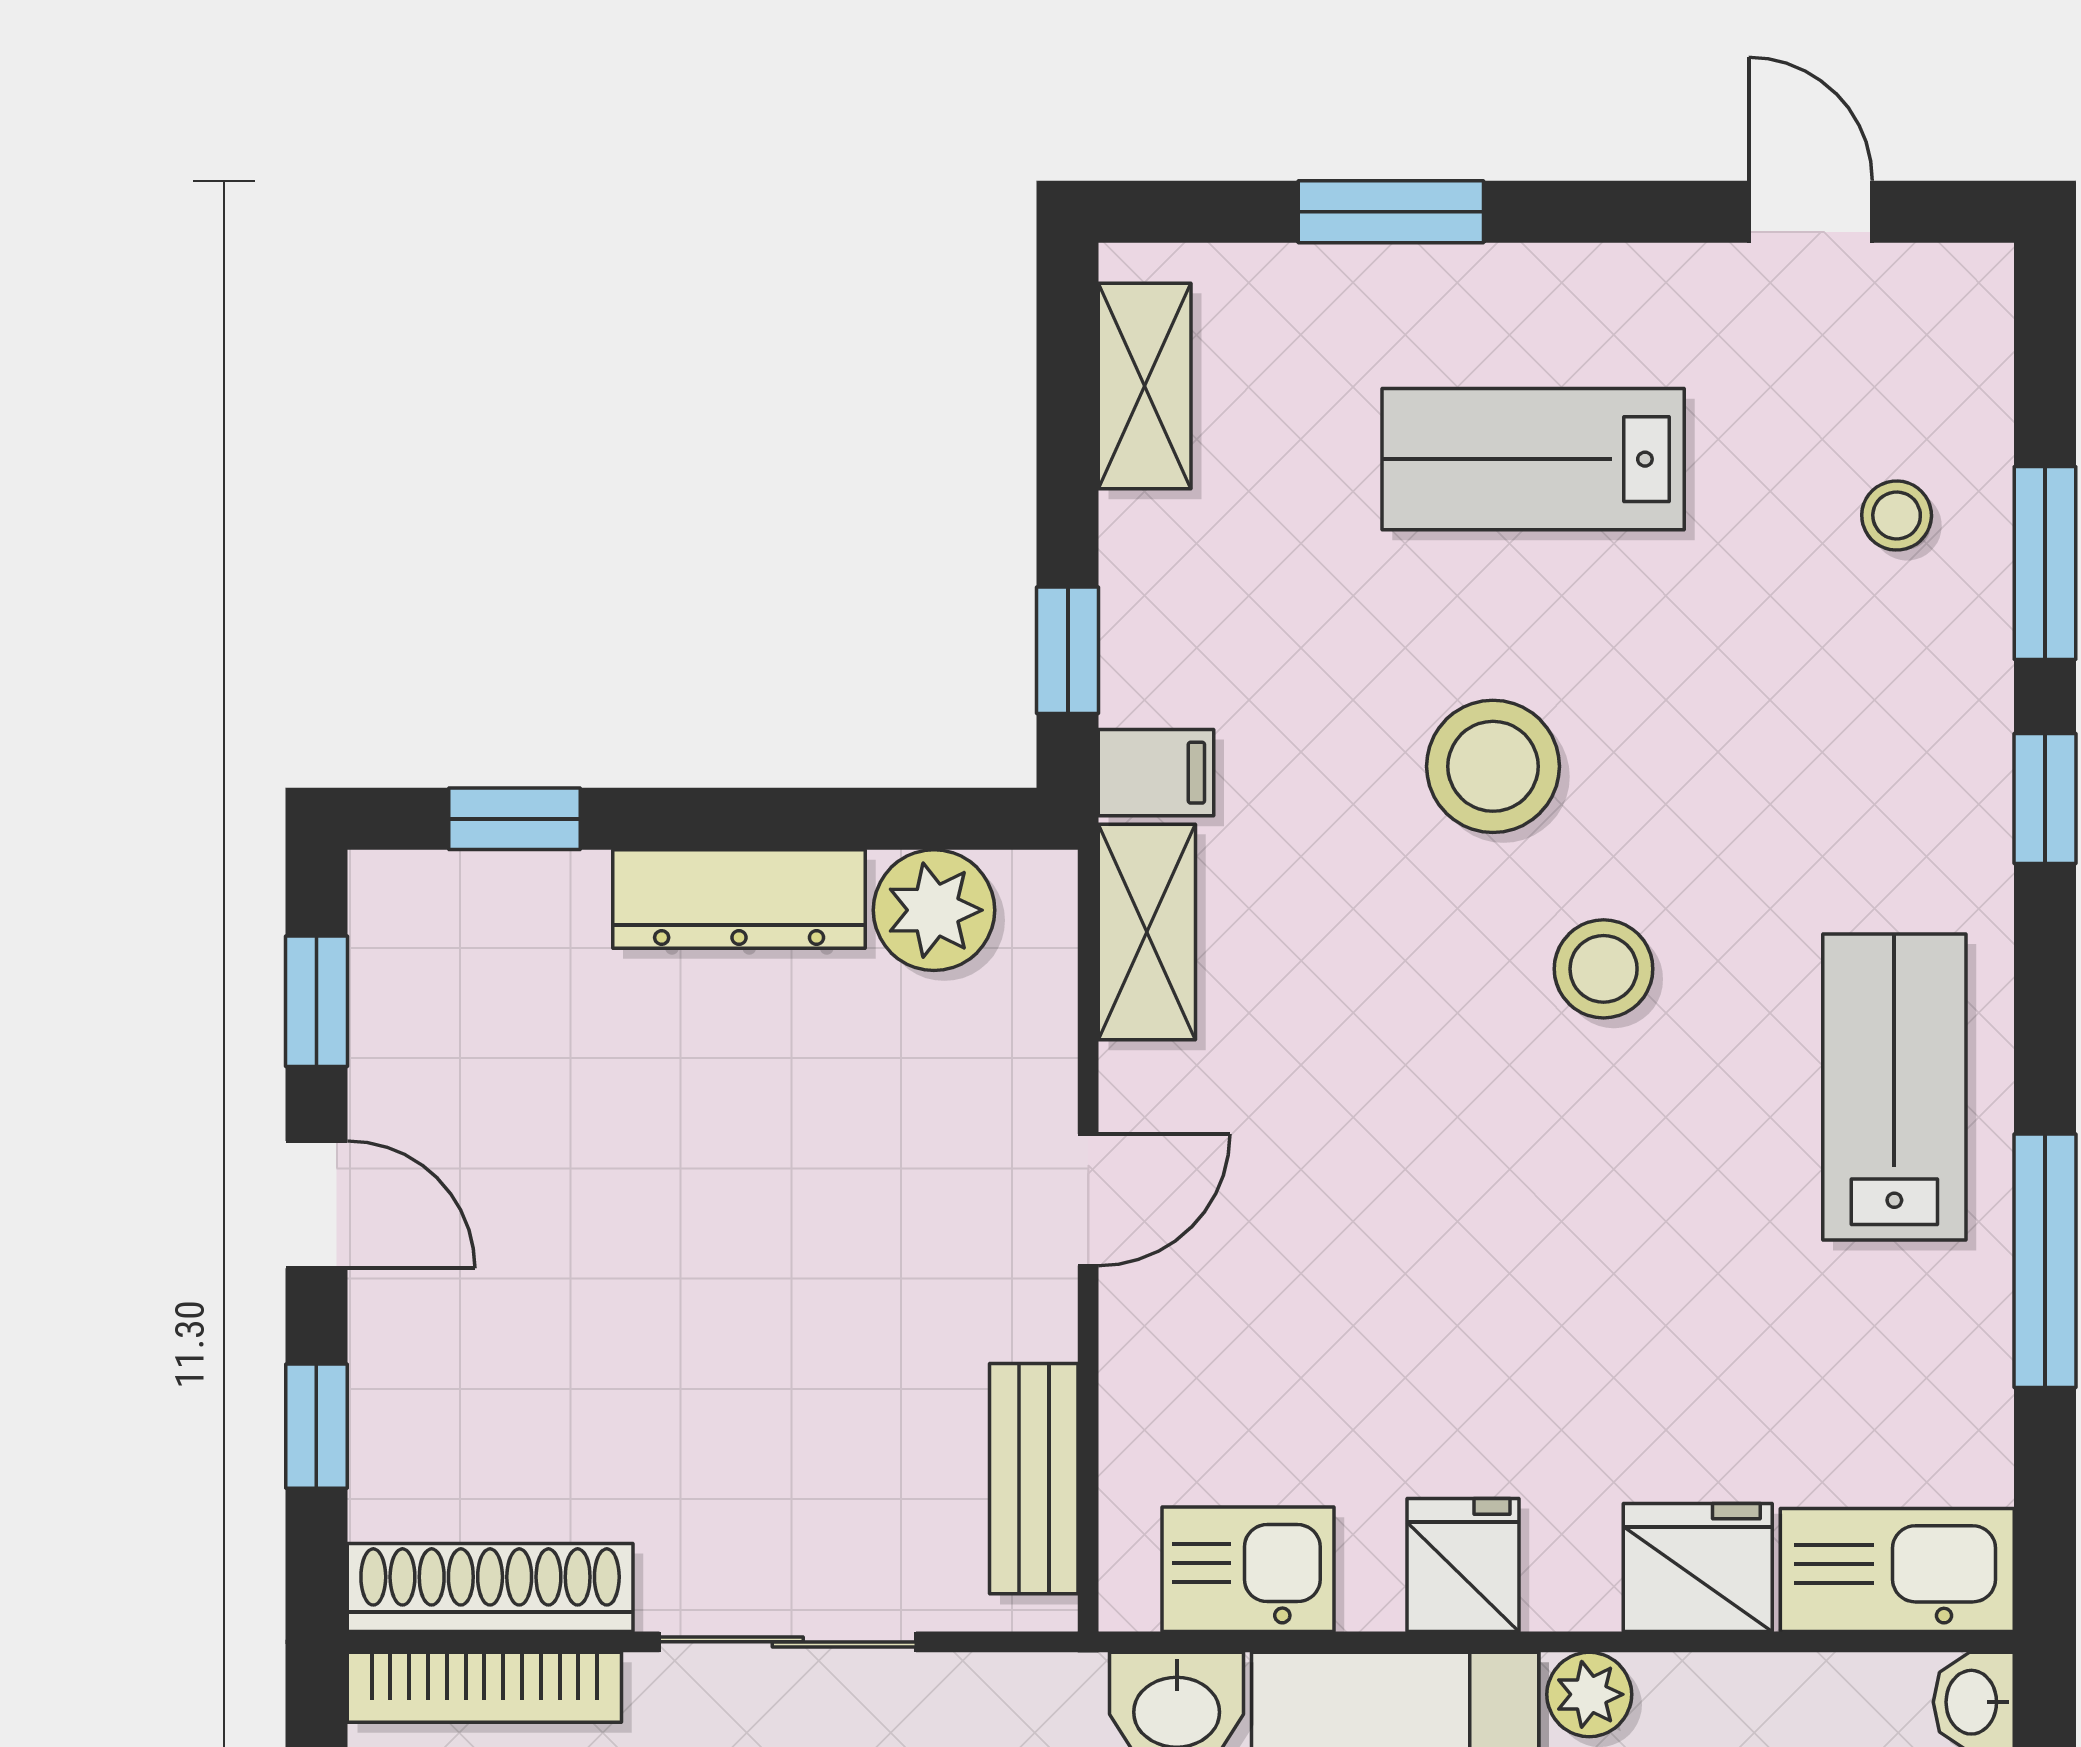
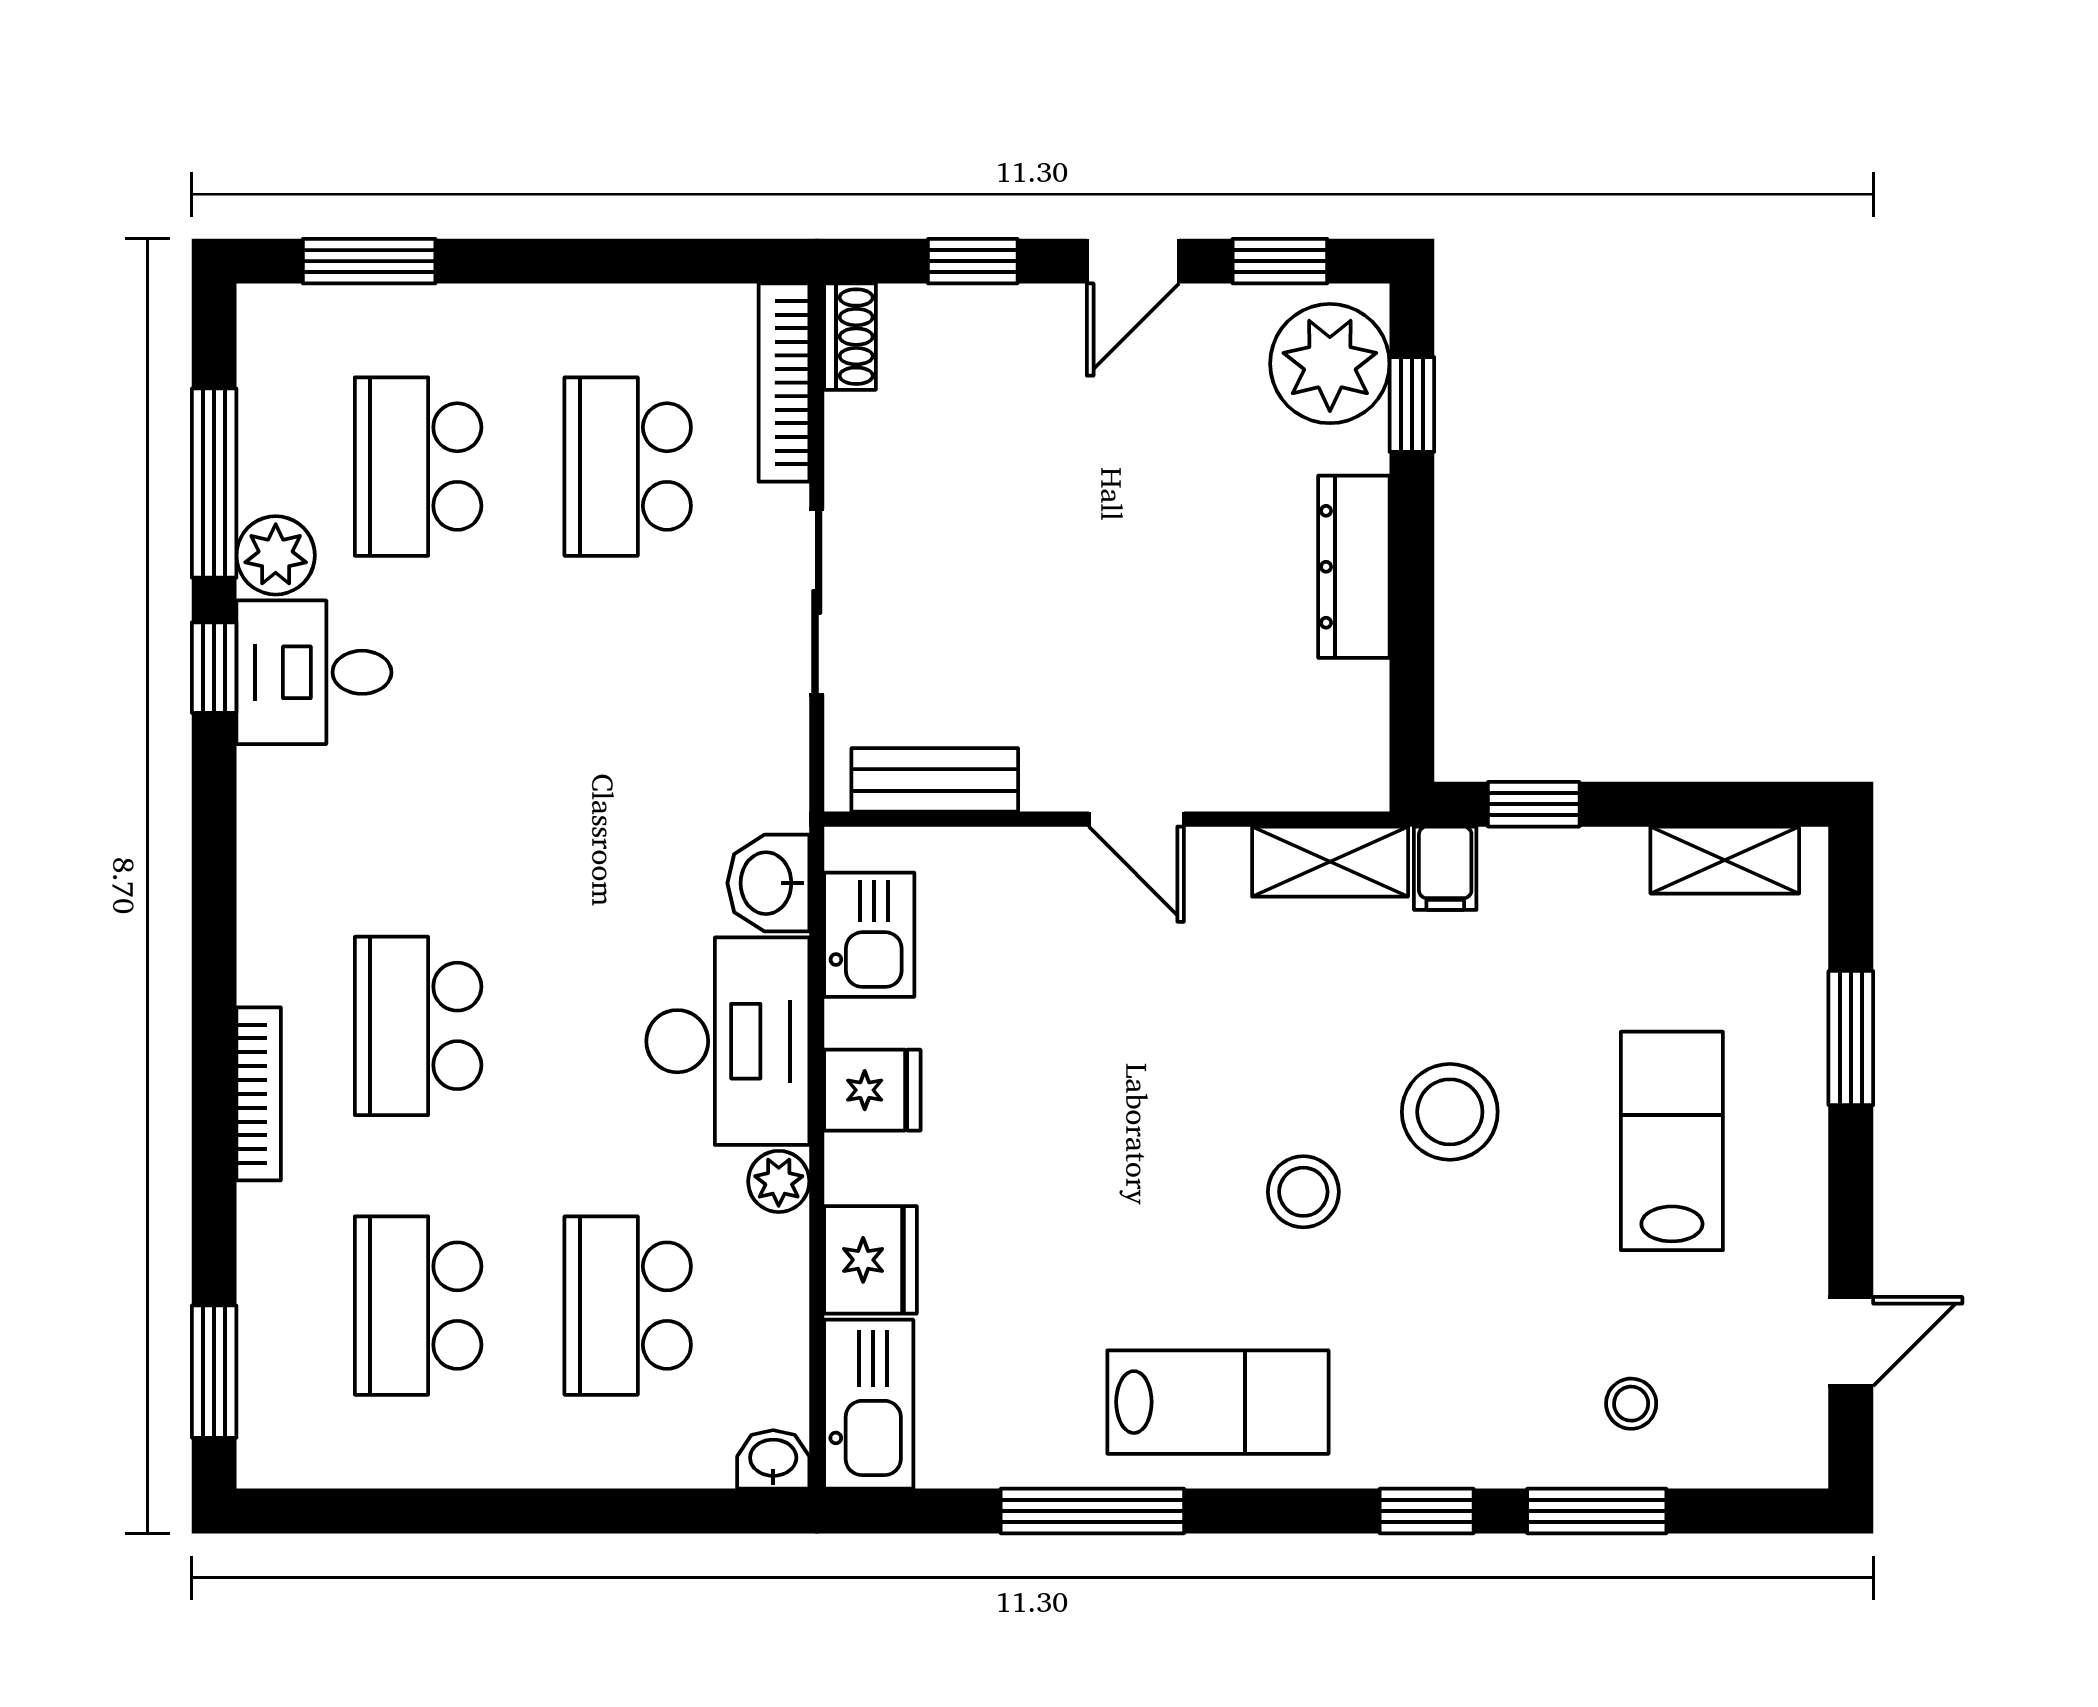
plant: (934, 910) -> (1330, 364), moved, width x1.36, depth x1.36
shoe rack: (490, 1588) -> (850, 337), width x0.51, depth x0.81

